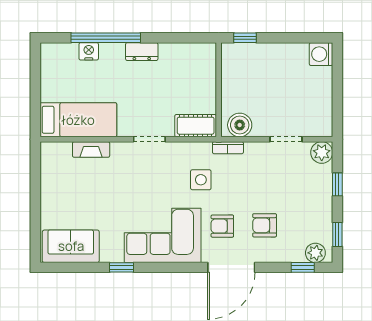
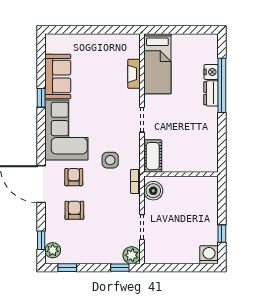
window: (245, 38) -> (222, 234), moved
dresser: (142, 52) -> (211, 93), moved
window: (337, 184) -> (120, 268), moved
sofa: (71, 246) -> (58, 77), moved

